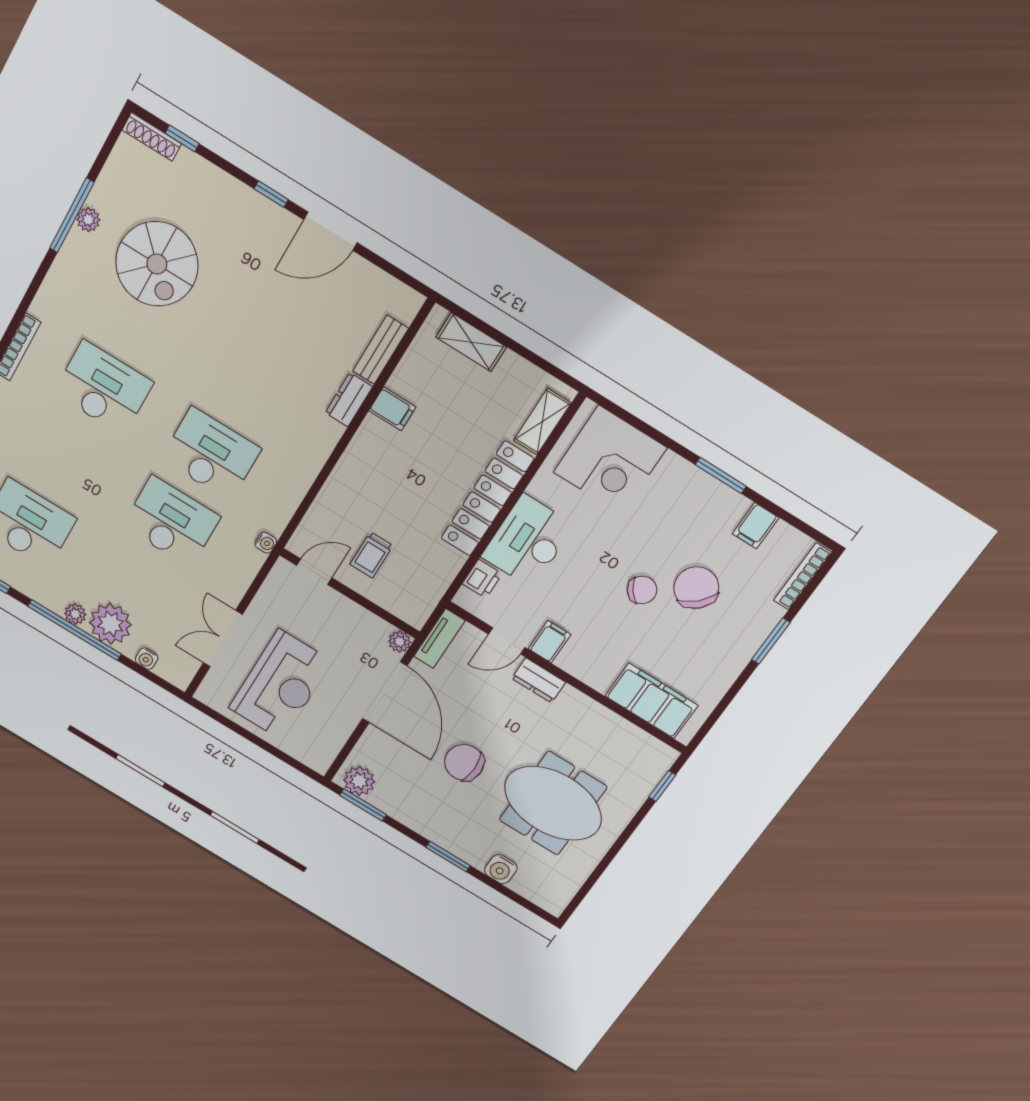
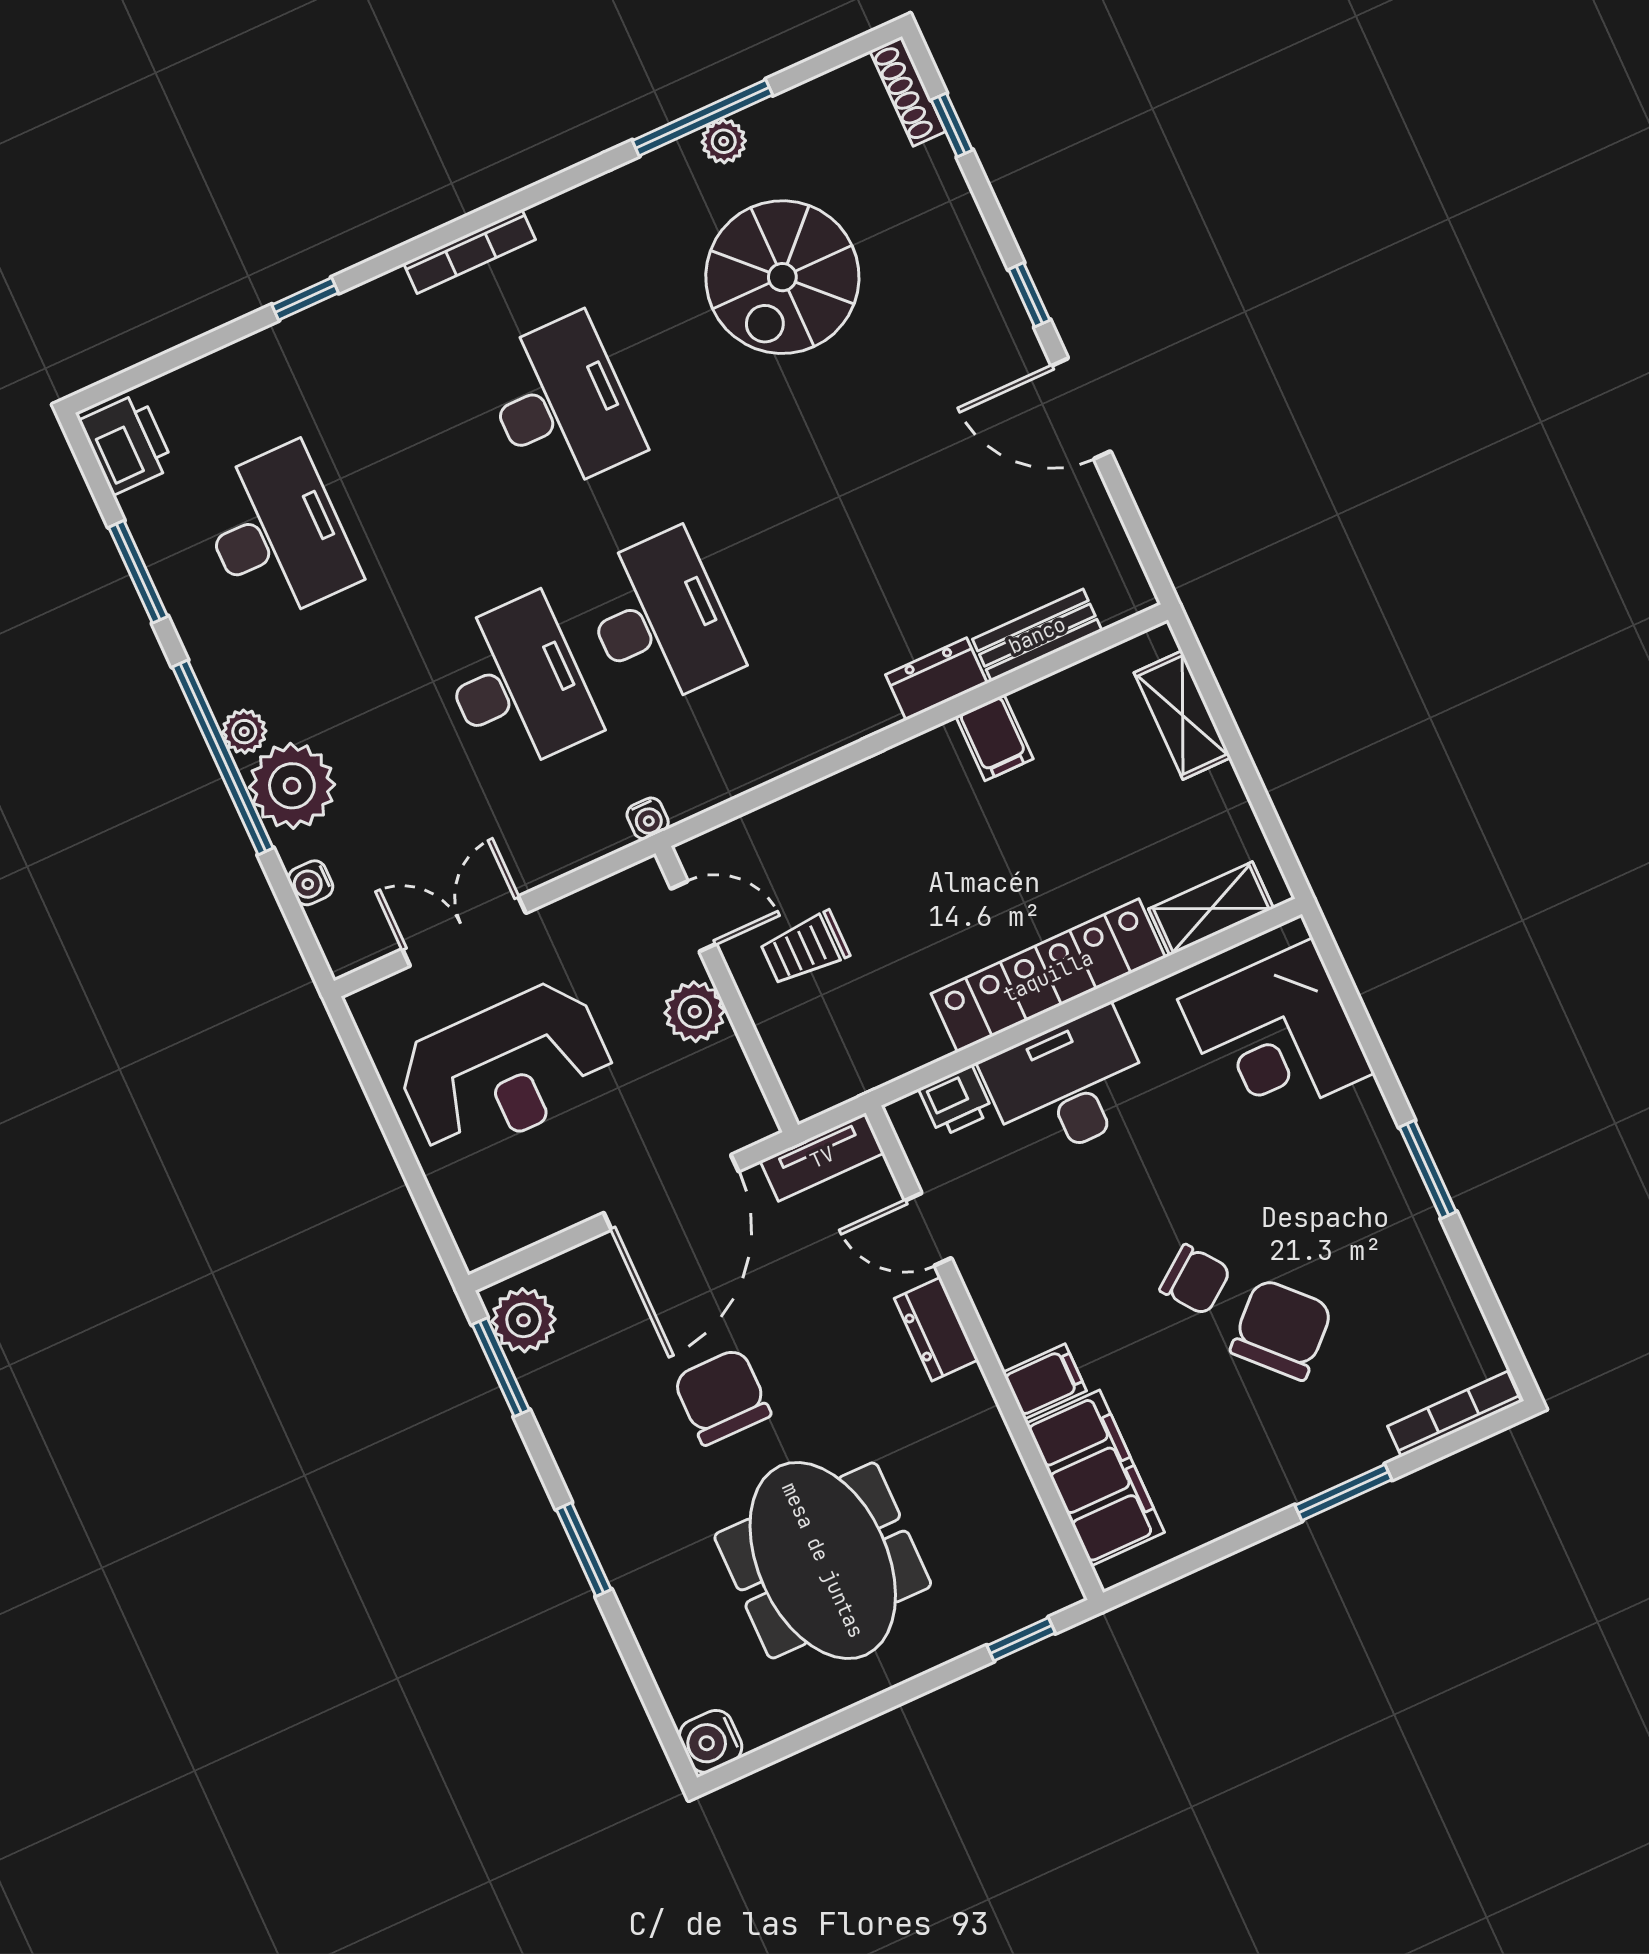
filing cabinet: (756, 526) -> (1432, 1285), removed
plant: (400, 642) -> (695, 1012), moved, width x1.38, depth x1.38
filing cabinet: (549, 642) -> (1045, 1382), moved
water cooler: (501, 869) -> (711, 1741), moved

